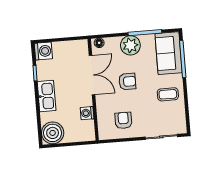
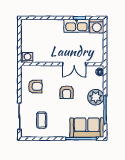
double door: (92, 75) -> (74, 64), width x0.73
coffee table: (168, 94) -> (42, 120), moved
kitchen sink: (47, 96) -> (77, 26), moved
washing machine: (87, 113) -> (28, 58), moved
boiler: (53, 133) -> (30, 28), removed

